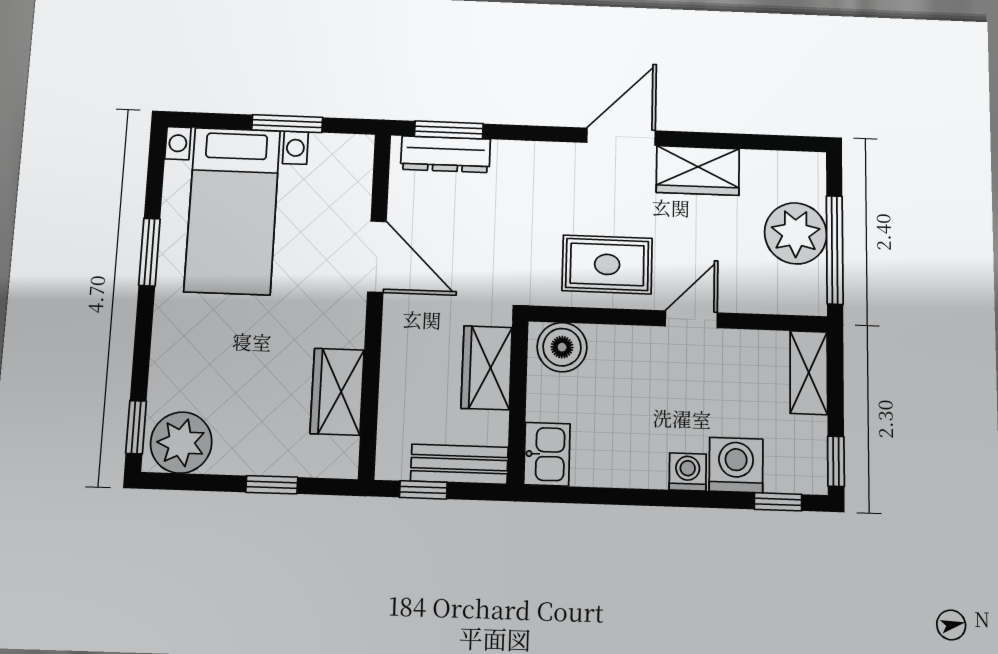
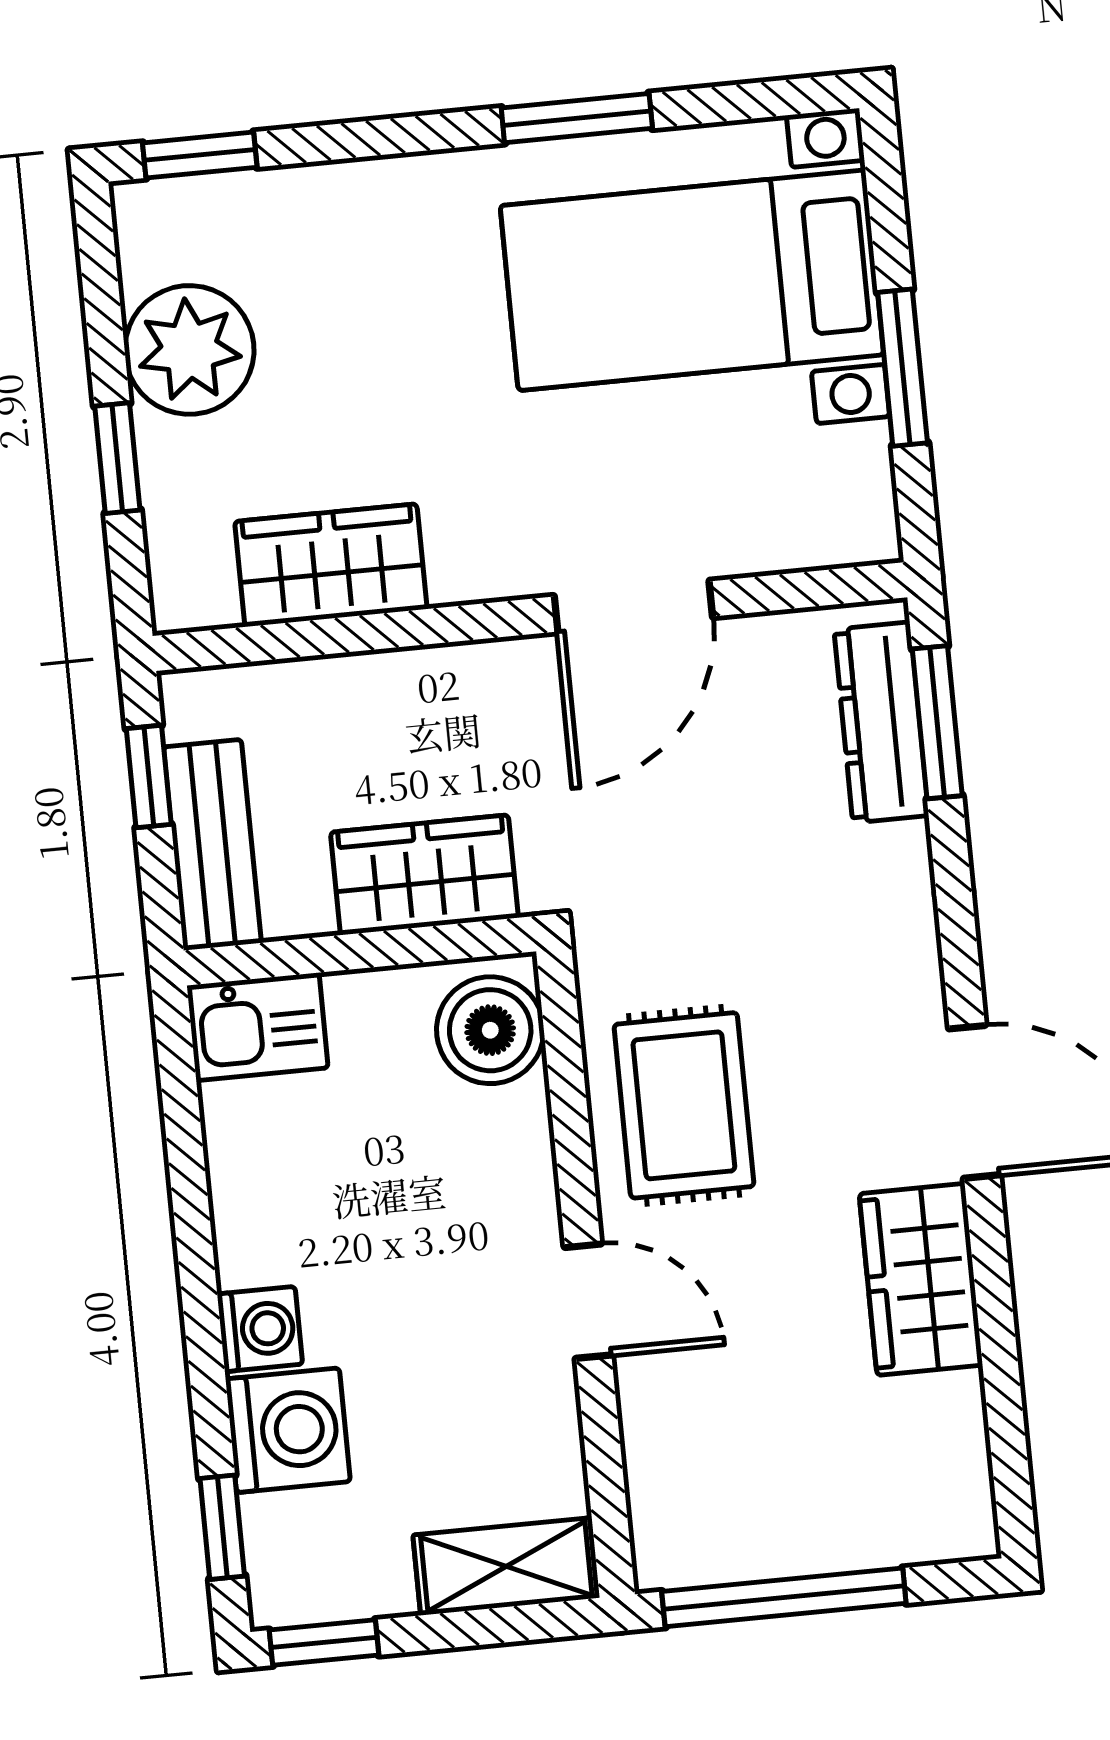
plant: (796, 233) -> (809, 1508), removed
plant: (181, 443) -> (189, 350), moved

